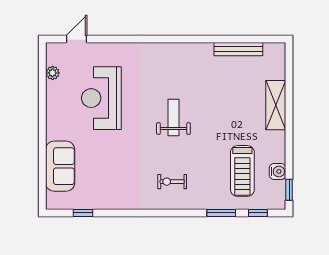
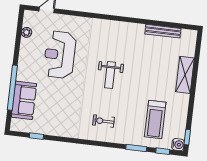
weight bench: (173, 118) -> (110, 75), turned 180
window: (42, 151) -> (12, 88), added
water cooler: (278, 171) -> (178, 145), moved

